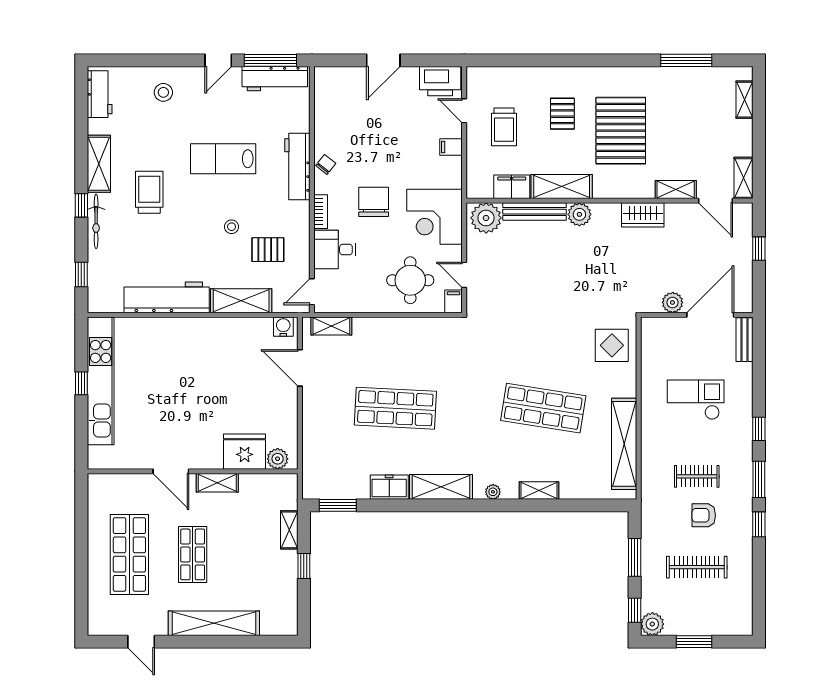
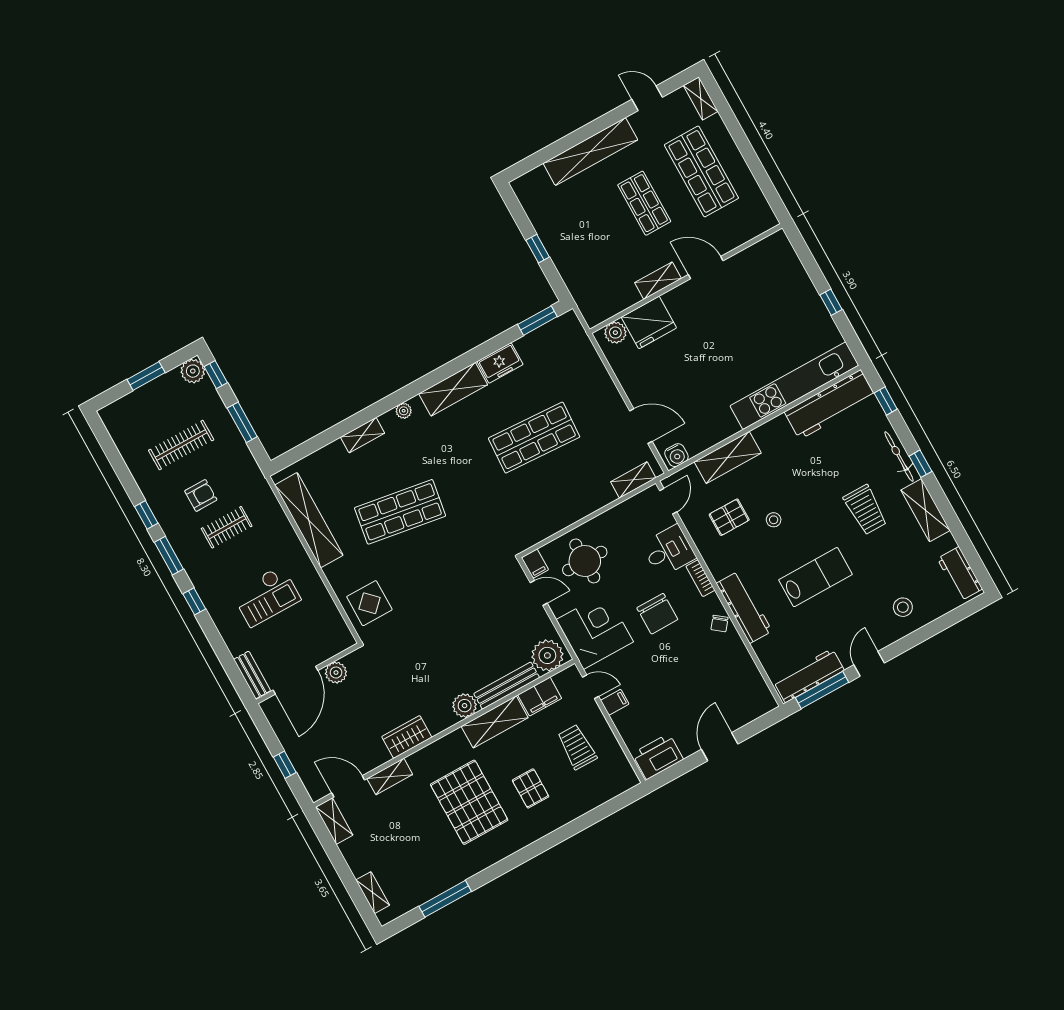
door: (464, 111) -> (591, 687), moved
workbench: (167, 297) -> (830, 405), moved
kitchen unit: (101, 381) -> (794, 386), moved, turned 90
shelving: (289, 530) -> (701, 99), moved

